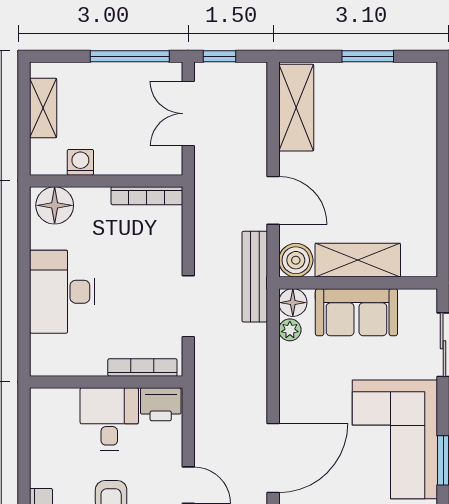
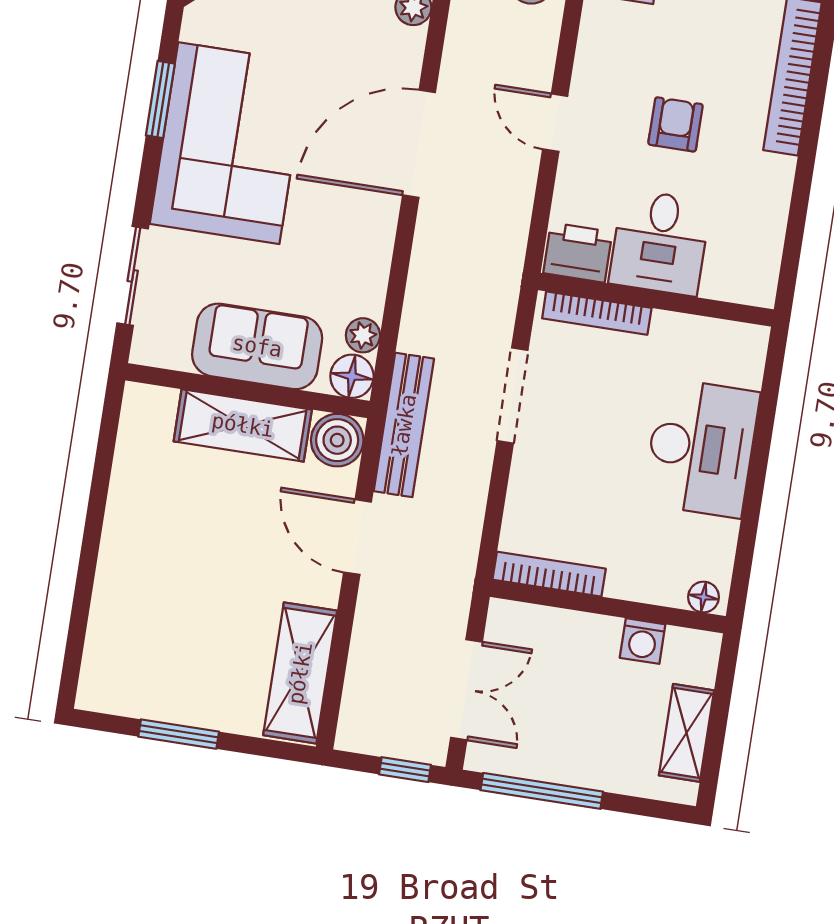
floor lamp: (55, 205) -> (703, 597), width x0.53, depth x0.53

